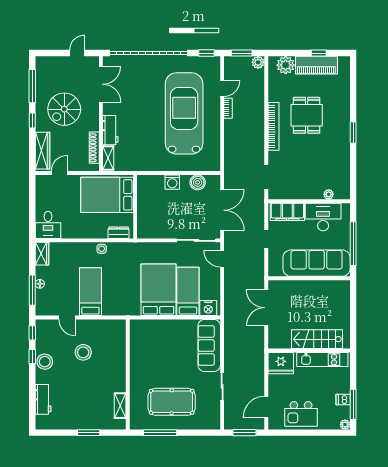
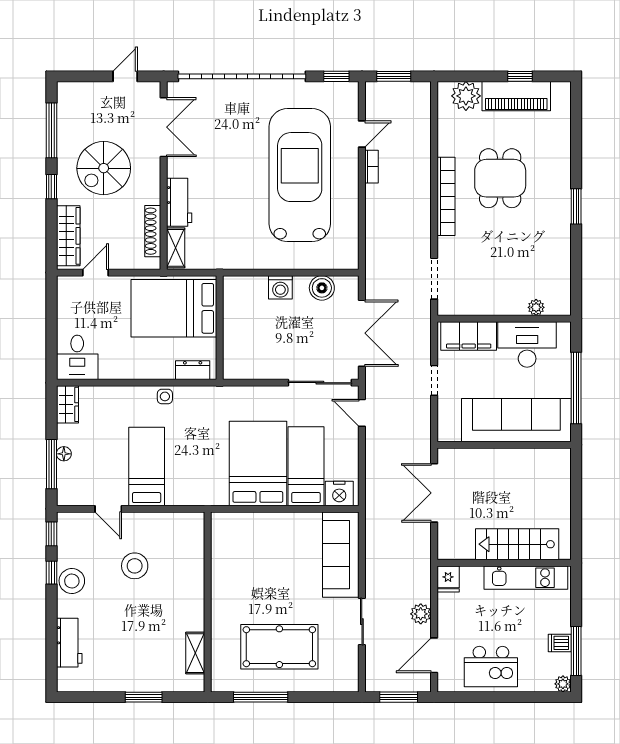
plant: (258, 62) -> (421, 614), moved
fridge: (281, 363) -> (448, 579), width x0.53, depth x0.75

